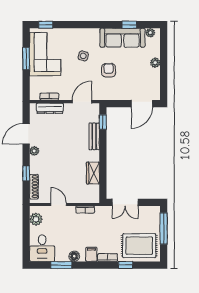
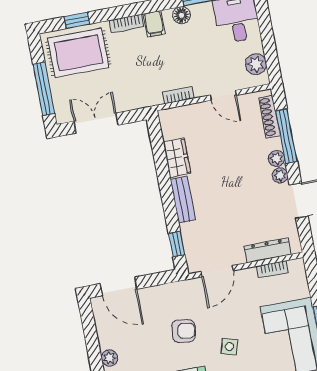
armchair: (109, 70) -> (183, 331), turned -82
door: (142, 104) -> (118, 286), swing flipped
bench: (94, 136) -> (183, 200), moved
plant: (34, 161) -> (276, 159), added
window: (26, 173) -> (286, 136), width x2.17
double door: (125, 202) -> (96, 123), moved
window: (125, 265) -> (77, 20), moved

